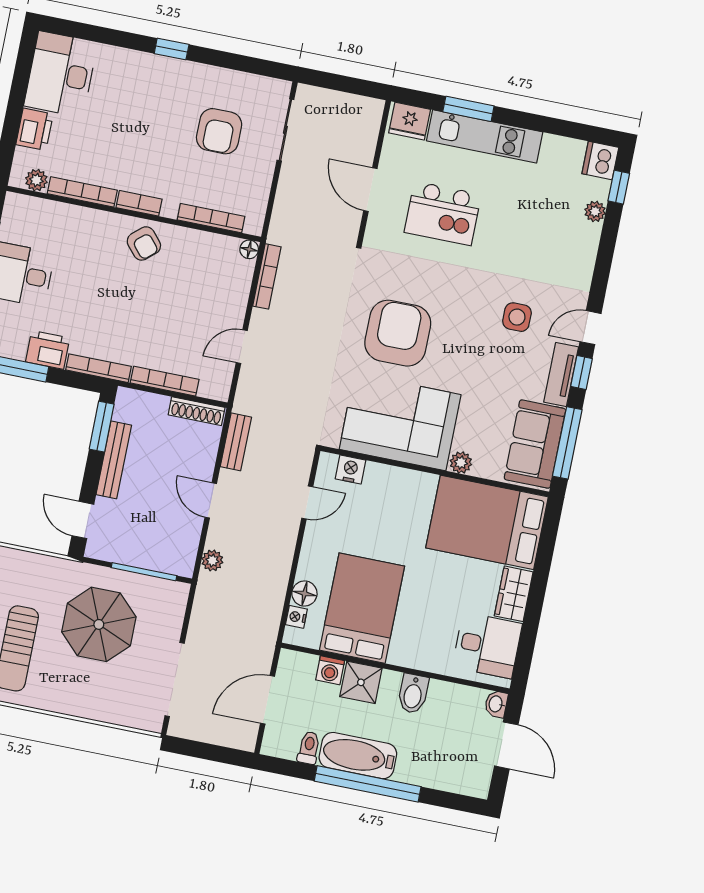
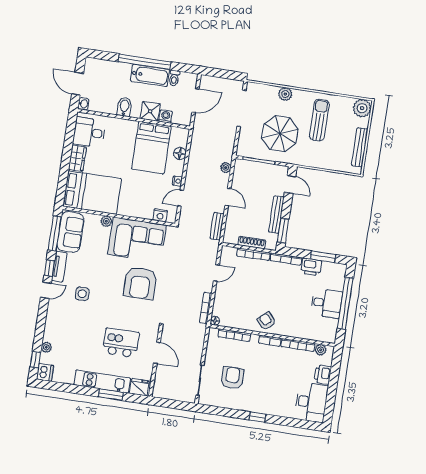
shoe rack: (197, 411) -> (252, 243), moved
nightstand: (296, 617) -> (177, 181), moved
plant: (84, 704) -> (285, 94), added

